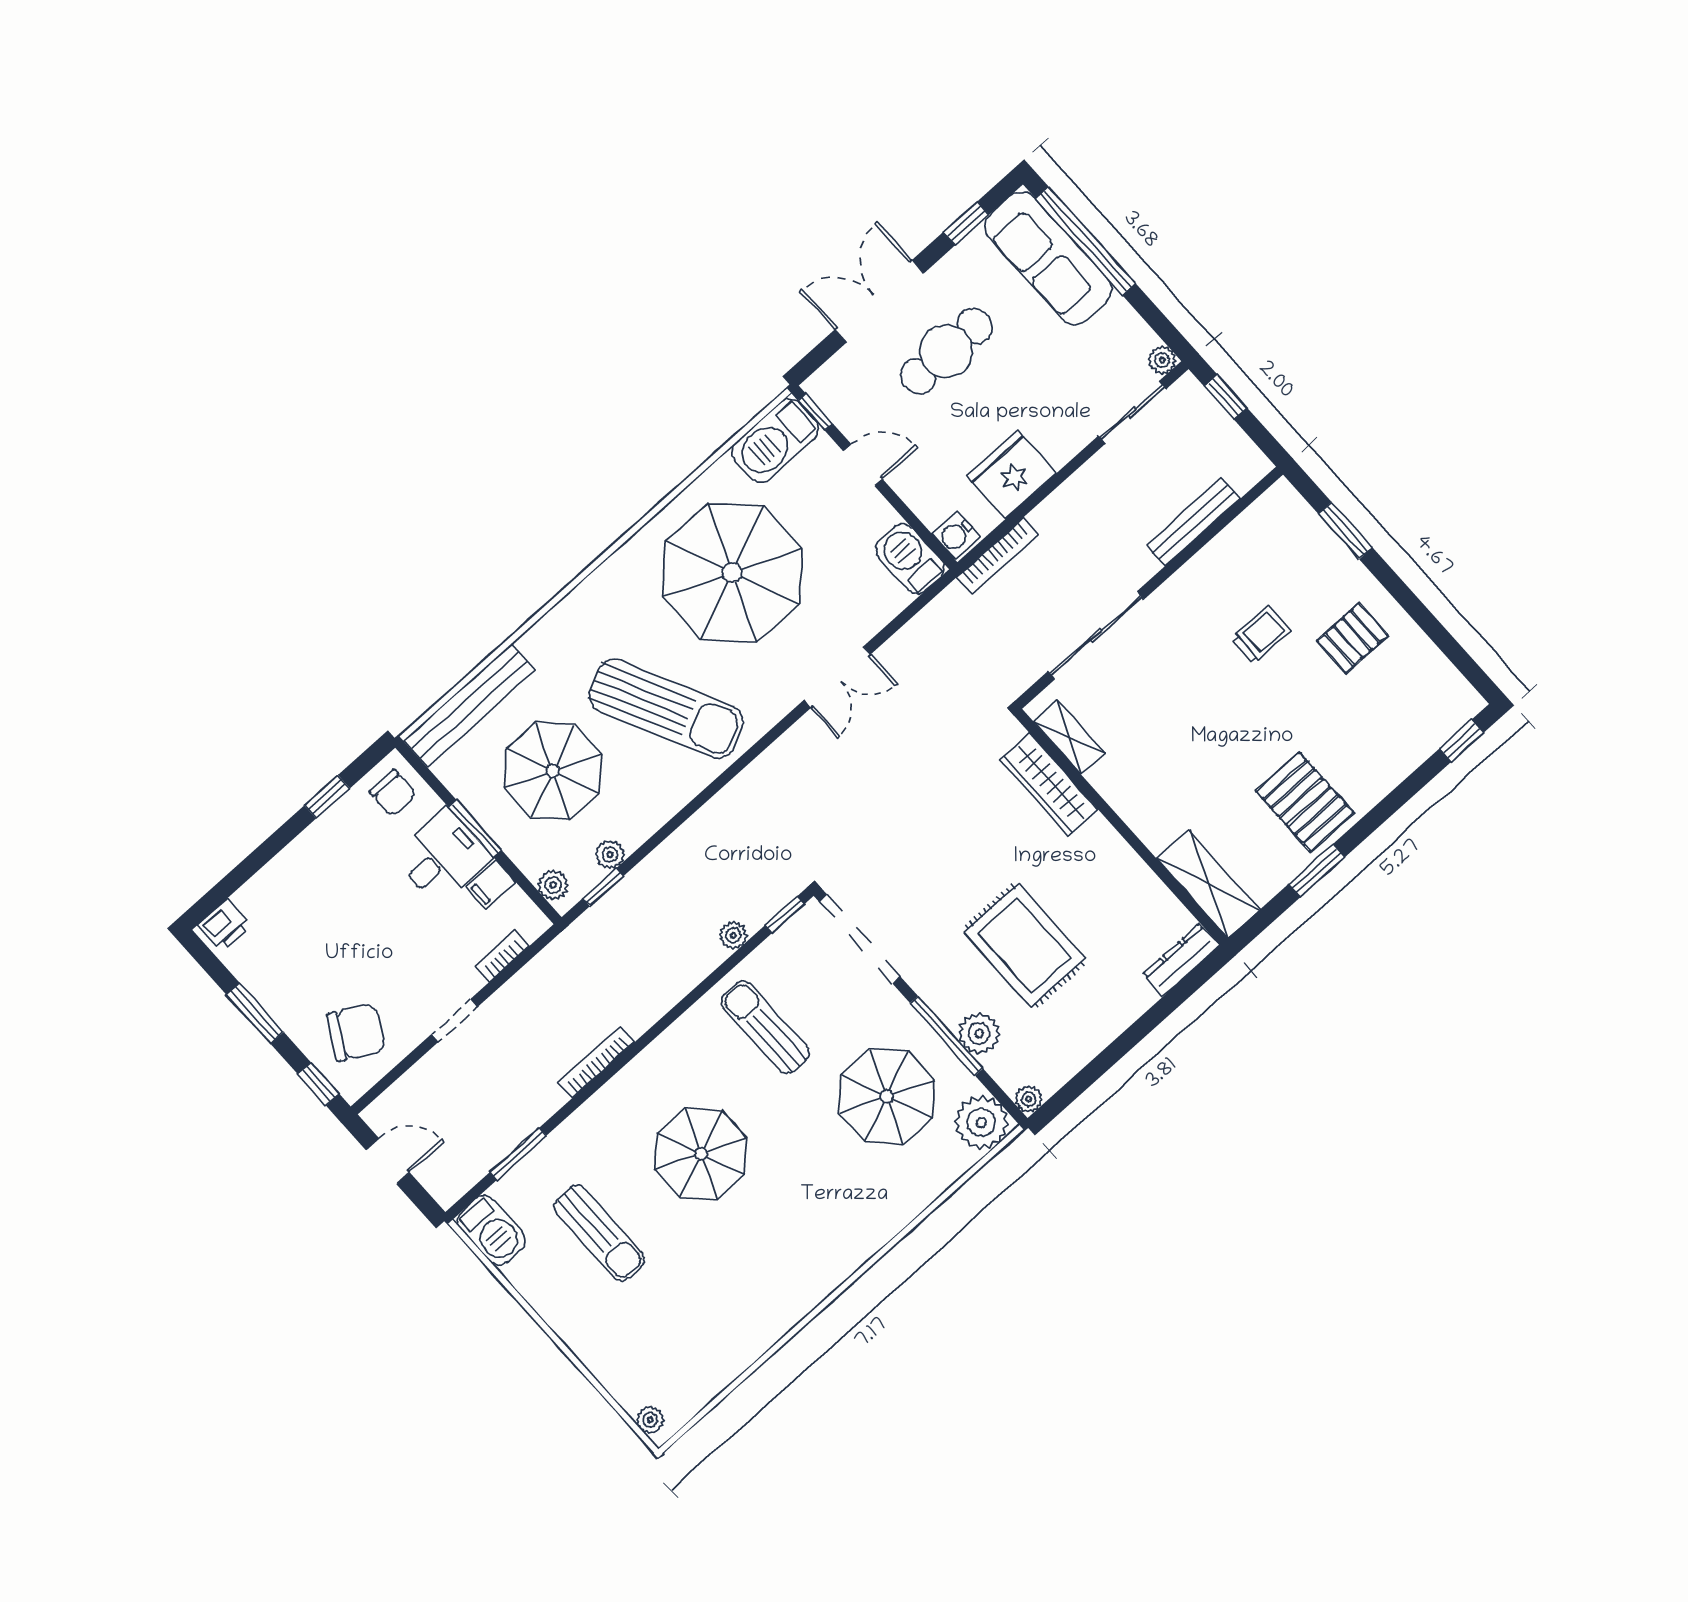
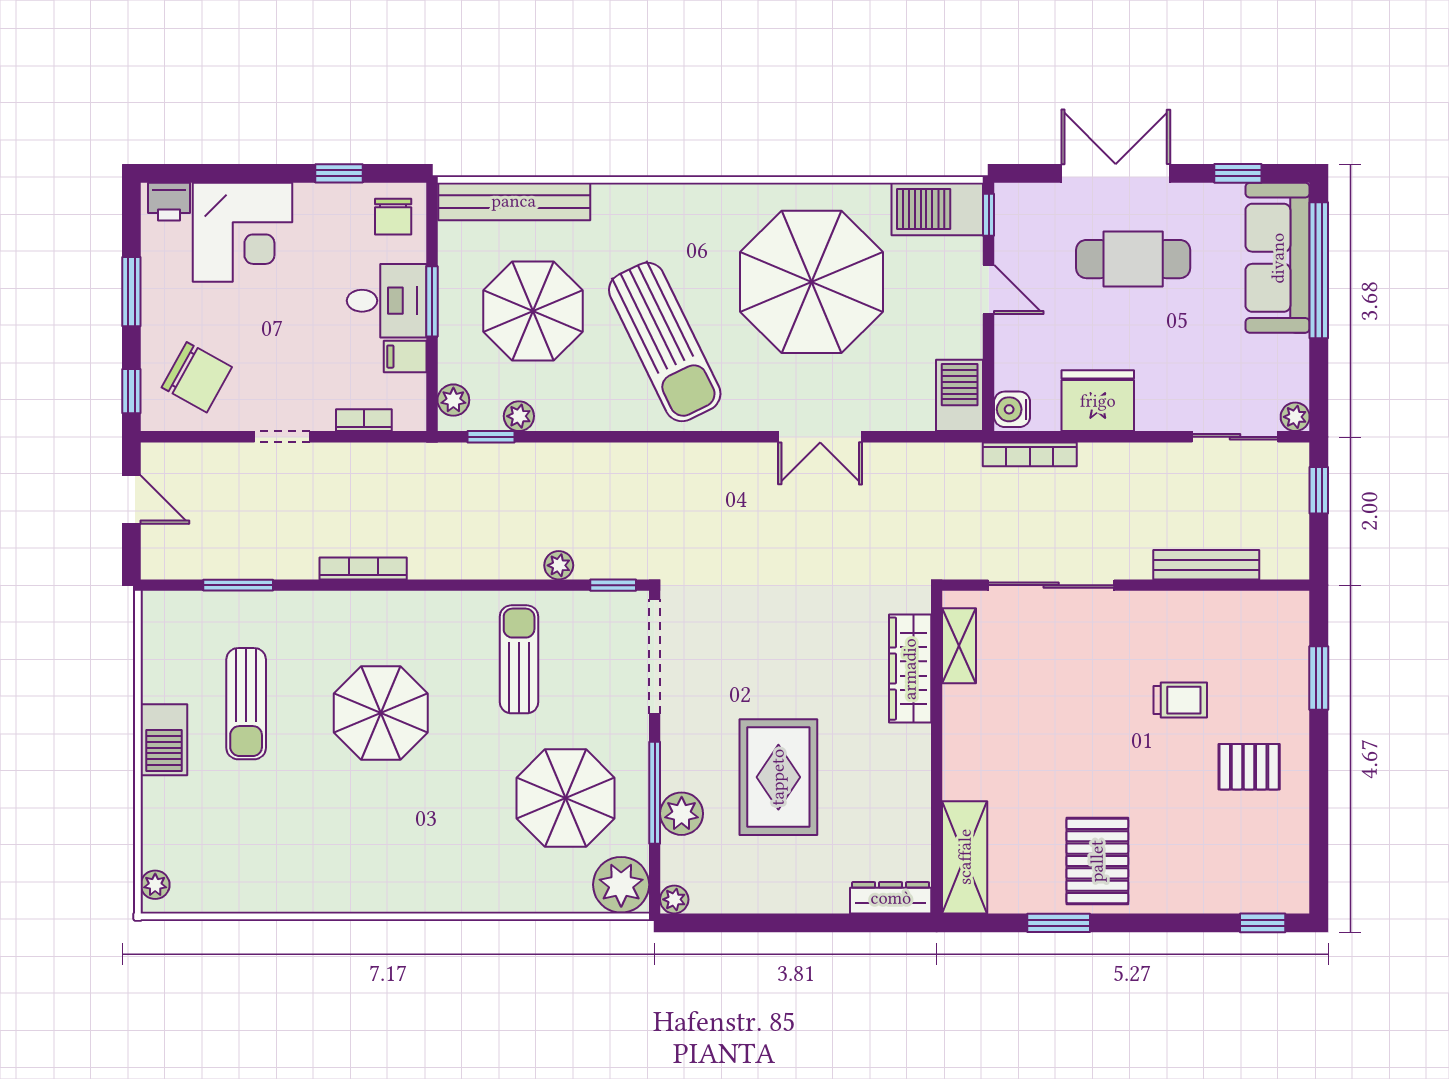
corner desk: (296, 900) -> (243, 232), added
barbecue: (492, 1230) -> (164, 740), moved

